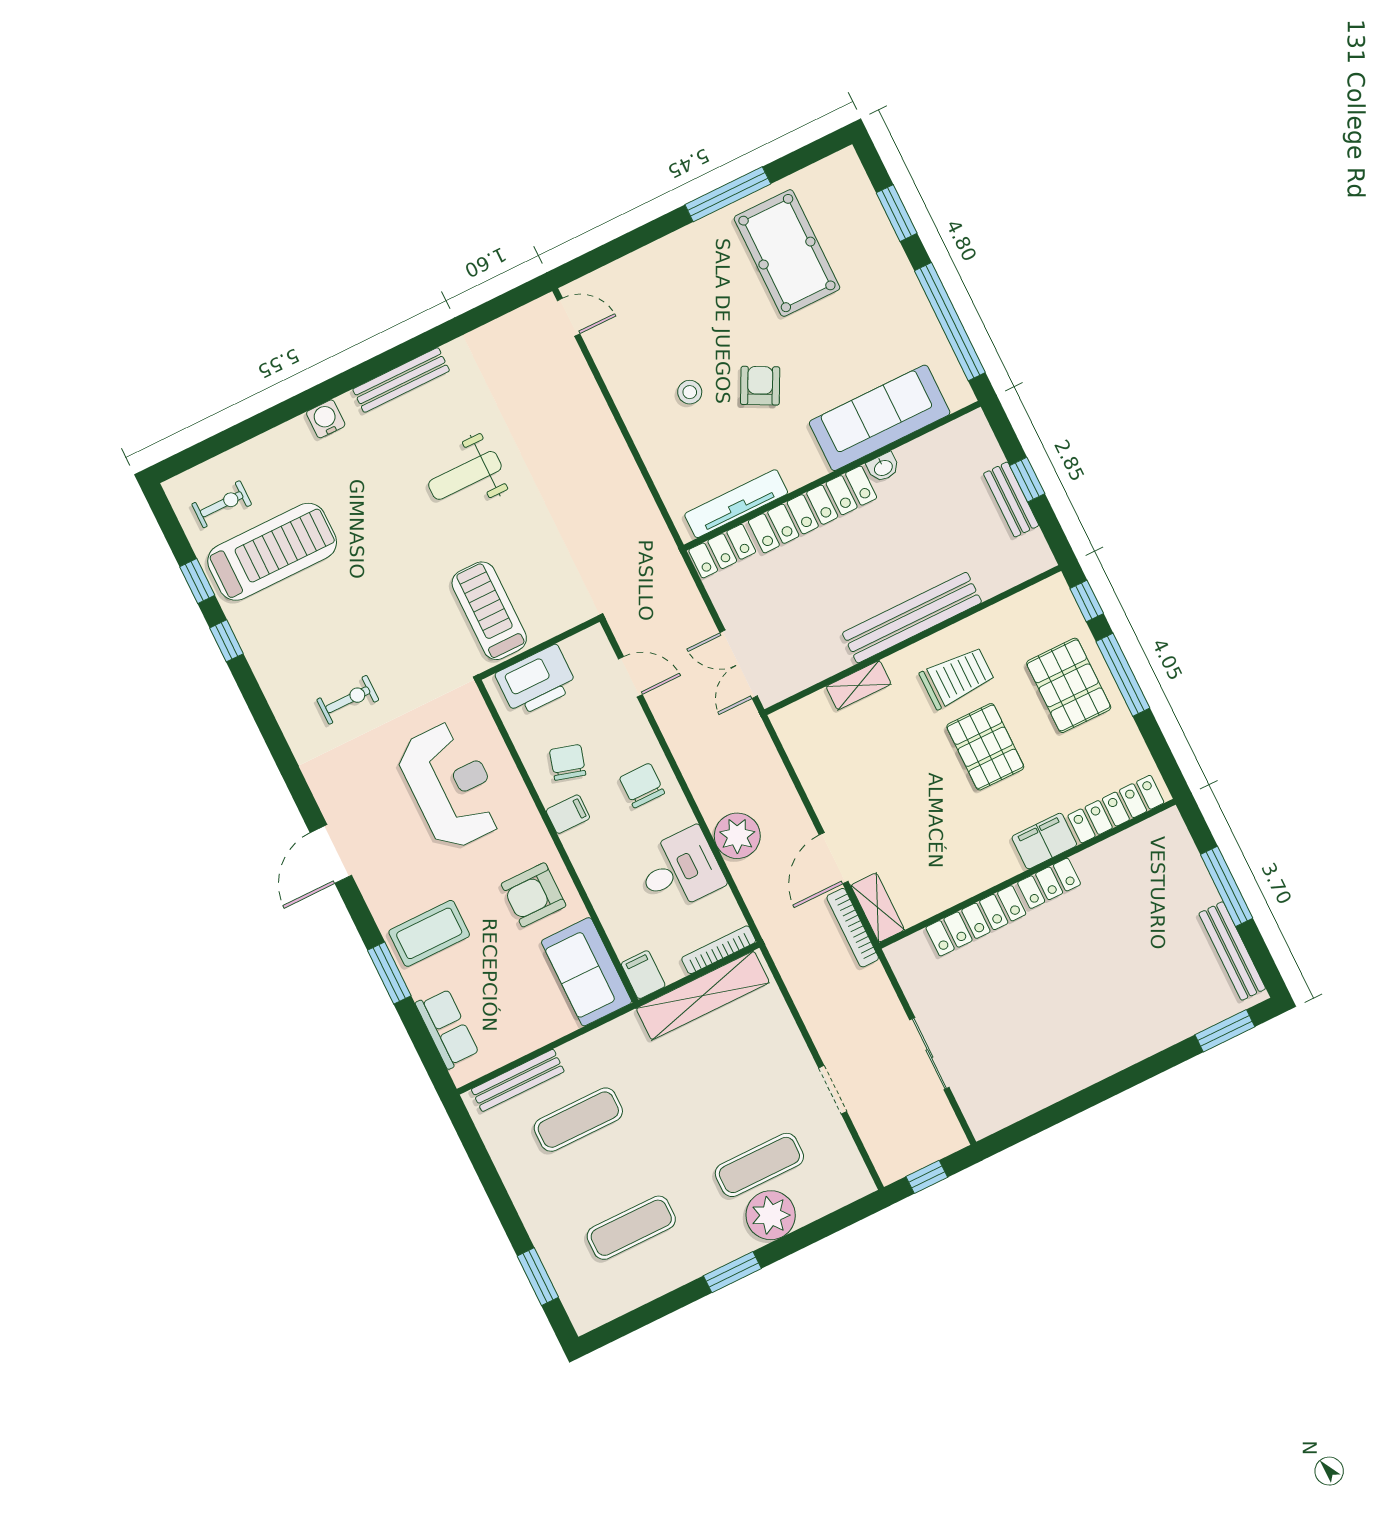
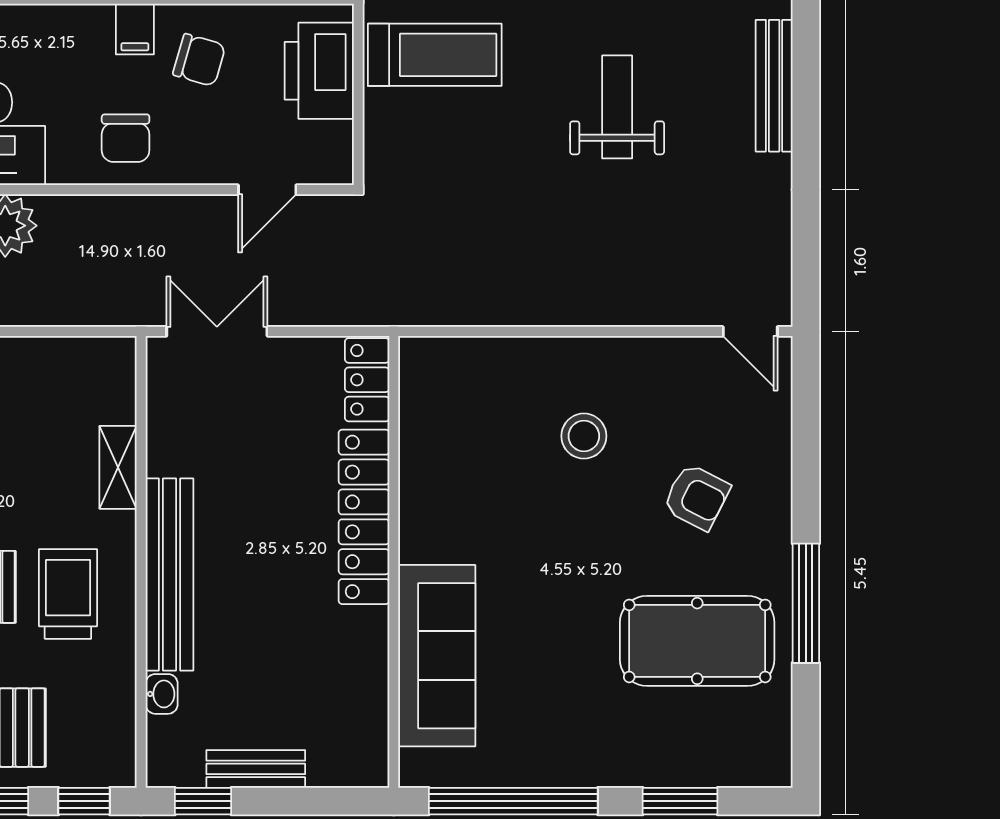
door: (569, 317) -> (750, 331), hinge flipped
armchair: (760, 386) -> (696, 497), moved
stool: (690, 392) -> (584, 436), width x1.37, depth x1.37
washbasin: (883, 467) -> (162, 694), moved, turned 180
window: (1027, 480) -> (203, 801), moved
tv unit: (736, 504) -> (417, 426), removed
trolley: (957, 678) -> (68, 594), turned 180
chair: (642, 785) -> (126, 138), turned 90

